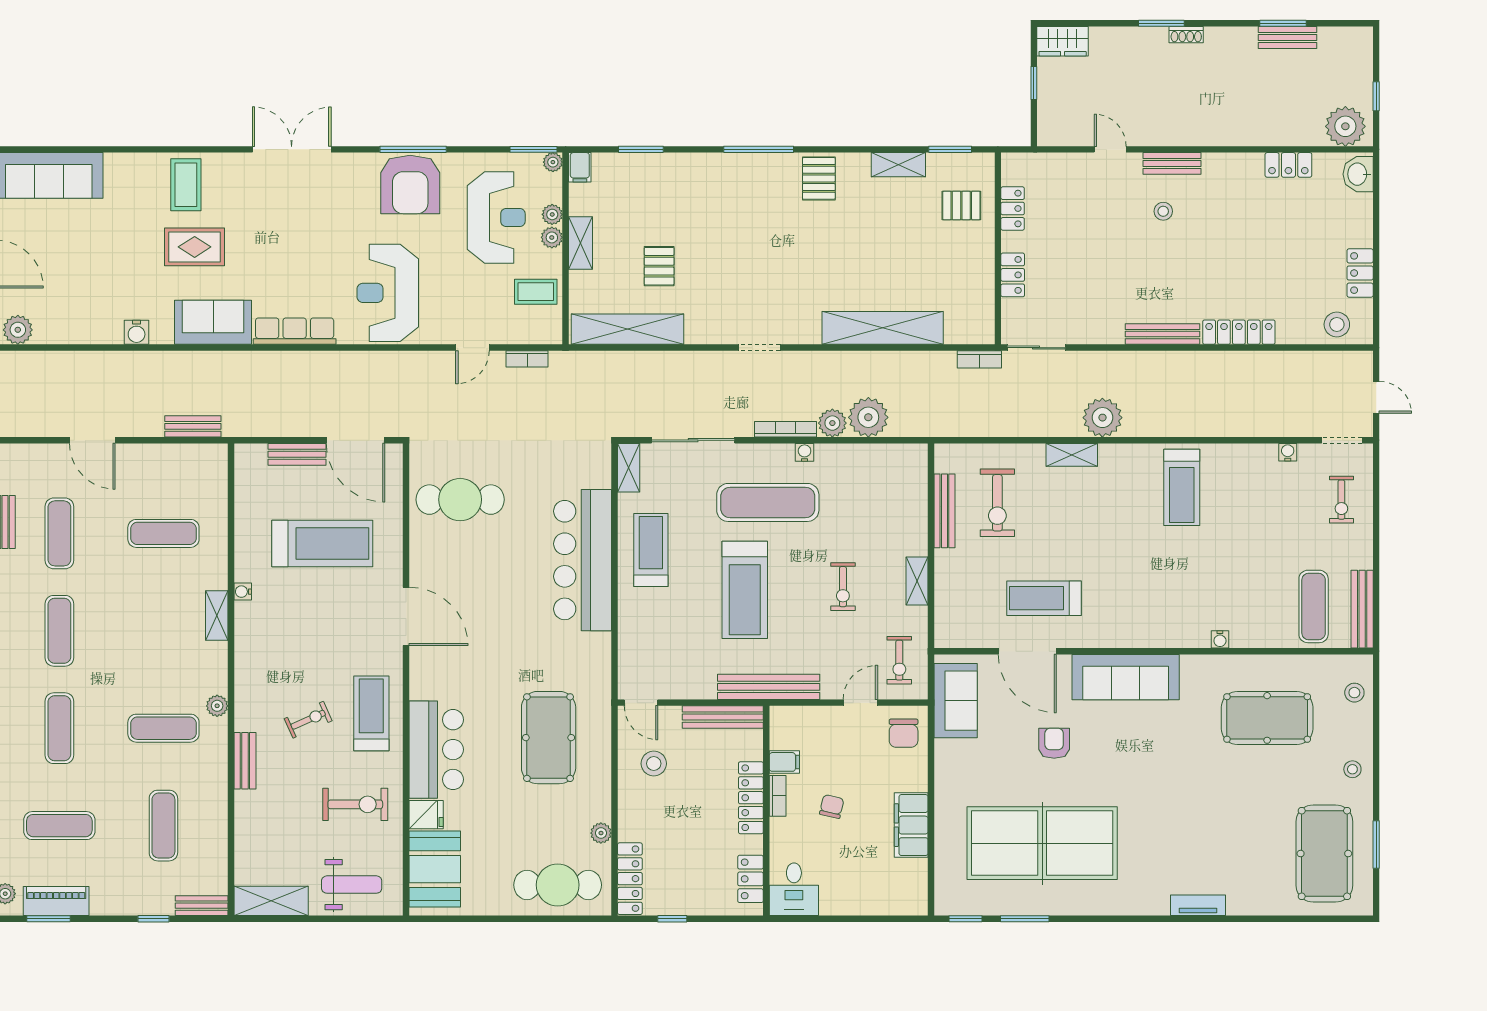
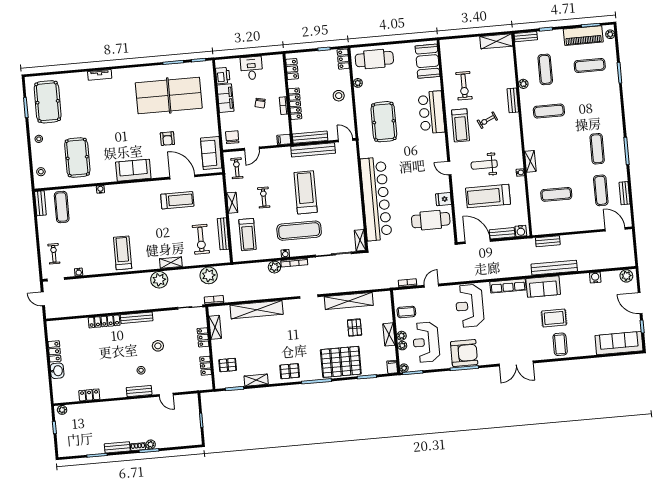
plant: (1156, 37) -> (151, 444), added
bench: (1288, 38) -> (117, 447), moved
wardrobe: (1063, 41) -> (191, 439), removed
plant: (1345, 126) -> (62, 410), width x0.53, depth x0.53
washbasin: (1358, 174) -> (57, 371), moved
pallet: (819, 178) -> (290, 371), turned 90
armchair: (410, 184) -> (464, 353), turned 90
pallet: (698, 189) -> (341, 362), added
reception desk: (388, 293) -> (470, 306), turned 180
shelving: (983, 296) -> (215, 327), added
stool: (1337, 324) -> (158, 346), moved
shelving: (628, 329) -> (349, 301), moved
water cooler: (137, 332) -> (595, 278), moved
bench: (184, 364) -> (554, 268), added
plant: (868, 417) -> (209, 275), moved
door: (92, 440) -> (615, 229), moved
water cooler: (253, 456) -> (521, 231), added
exercise bike: (997, 503) -> (201, 239), turned 180
treadmill: (651, 550) -> (248, 235), moved
bar counter: (583, 560) -> (376, 199), width x1.36
bench: (1362, 609) -> (40, 203), width x0.73
door: (406, 616) -> (449, 168), width x0.53
sofa: (1126, 677) -> (133, 170), width x0.73
bench: (769, 687) -> (313, 150), moved
plant: (217, 706) -> (523, 84), moved
pool table: (1267, 718) -> (77, 158), turned 90
exercise mat: (59, 728) -> (593, 107), removed
filing cabinet: (784, 762) -> (284, 140), moved
stool: (654, 764) -> (339, 96), moved
exercise bike: (355, 804) -> (464, 86), turned -90
fridge: (426, 815) -> (444, 199), moved
printer: (913, 878) -> (223, 76), added
locker: (630, 879) -> (343, 59), width x0.66
weight bench: (352, 885) -> (484, 165), moved
desk: (794, 889) -> (252, 68), moved
piano: (56, 901) -> (583, 36), width x1.37, depth x1.33

